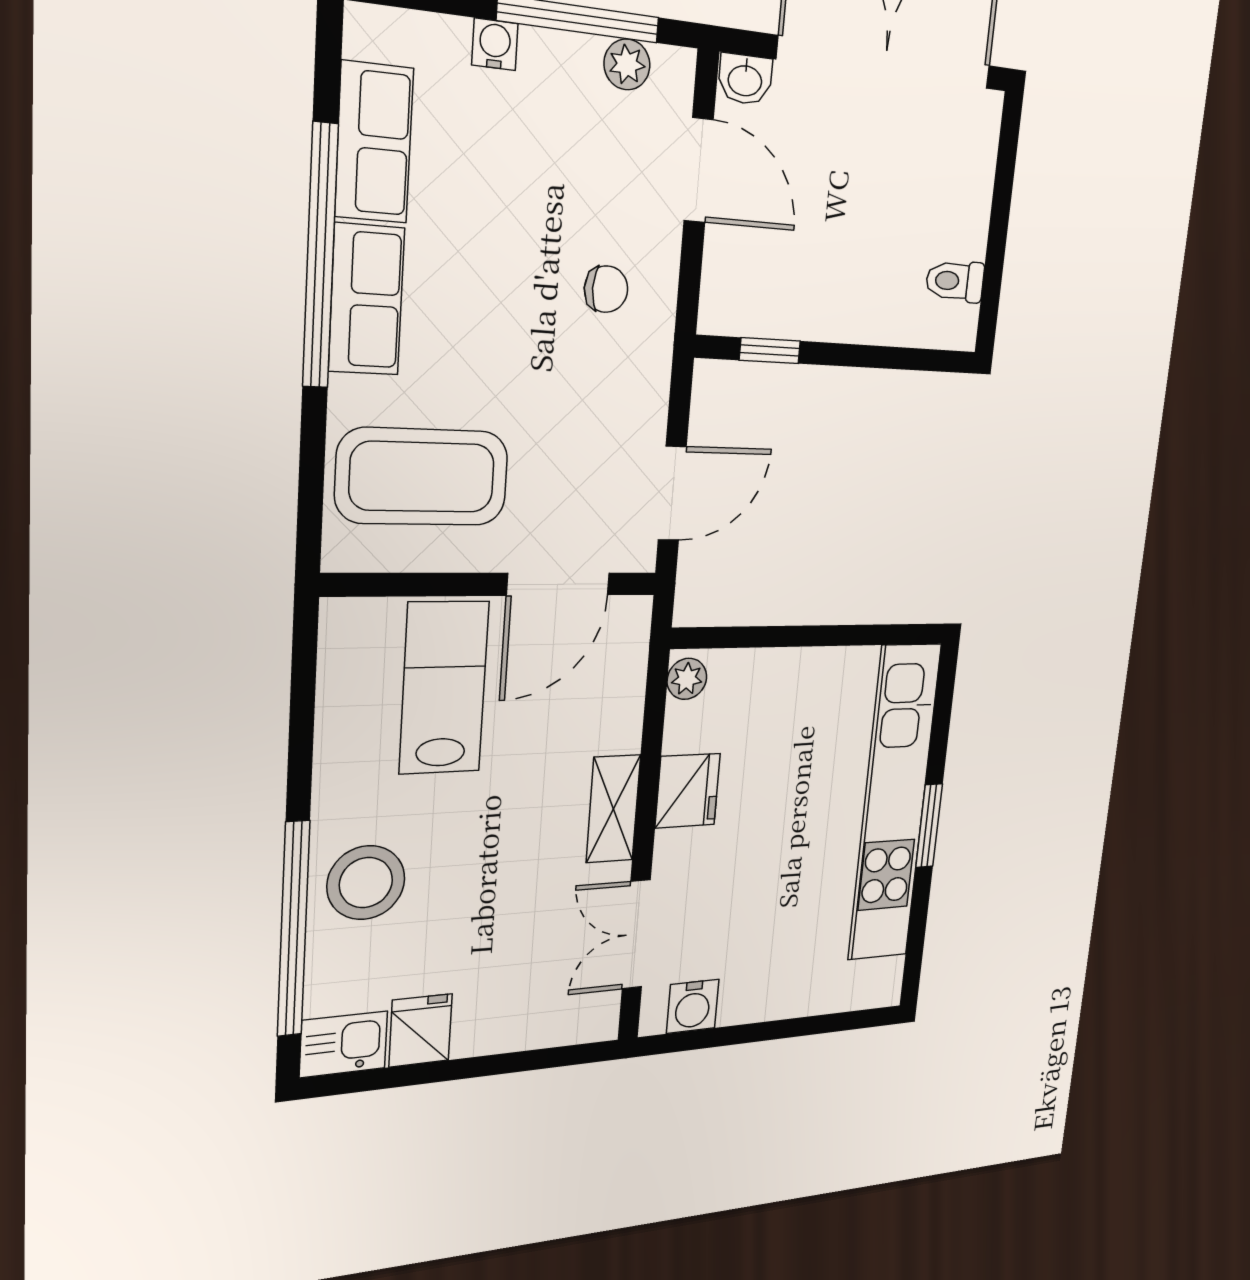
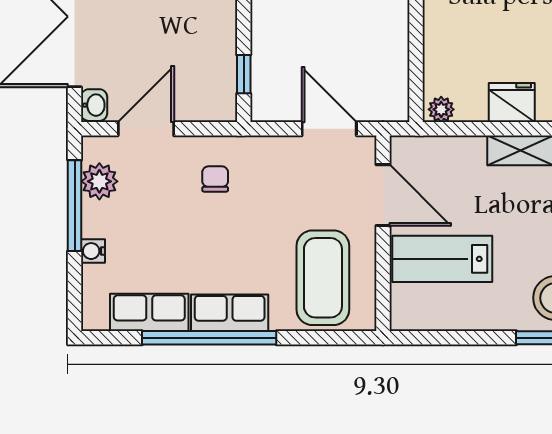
plant: (627, 64) -> (99, 181), width x1.38, depth x1.38

